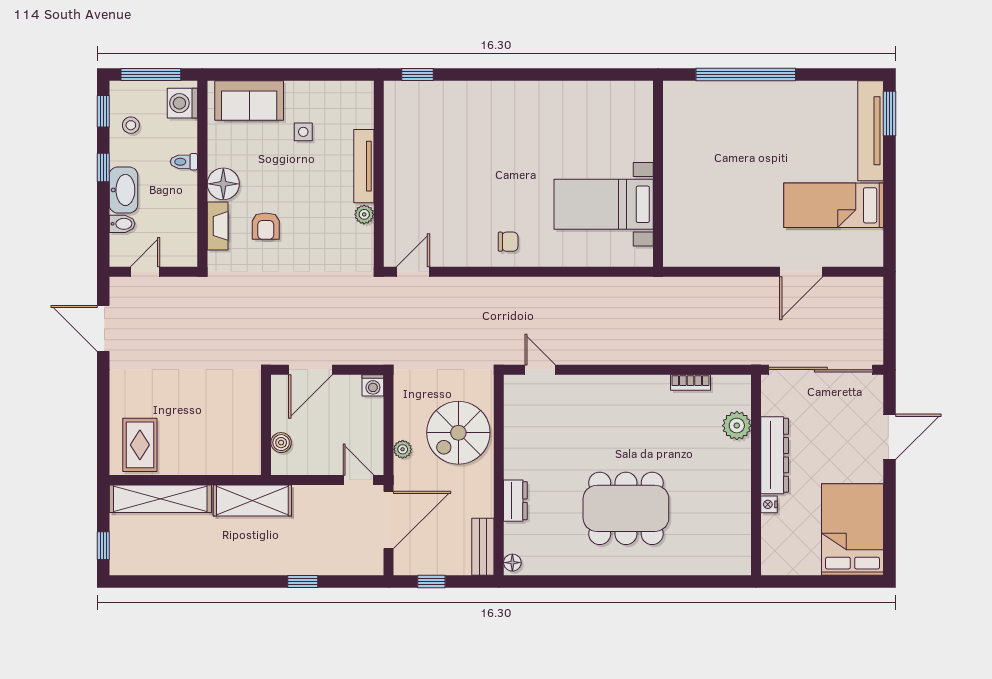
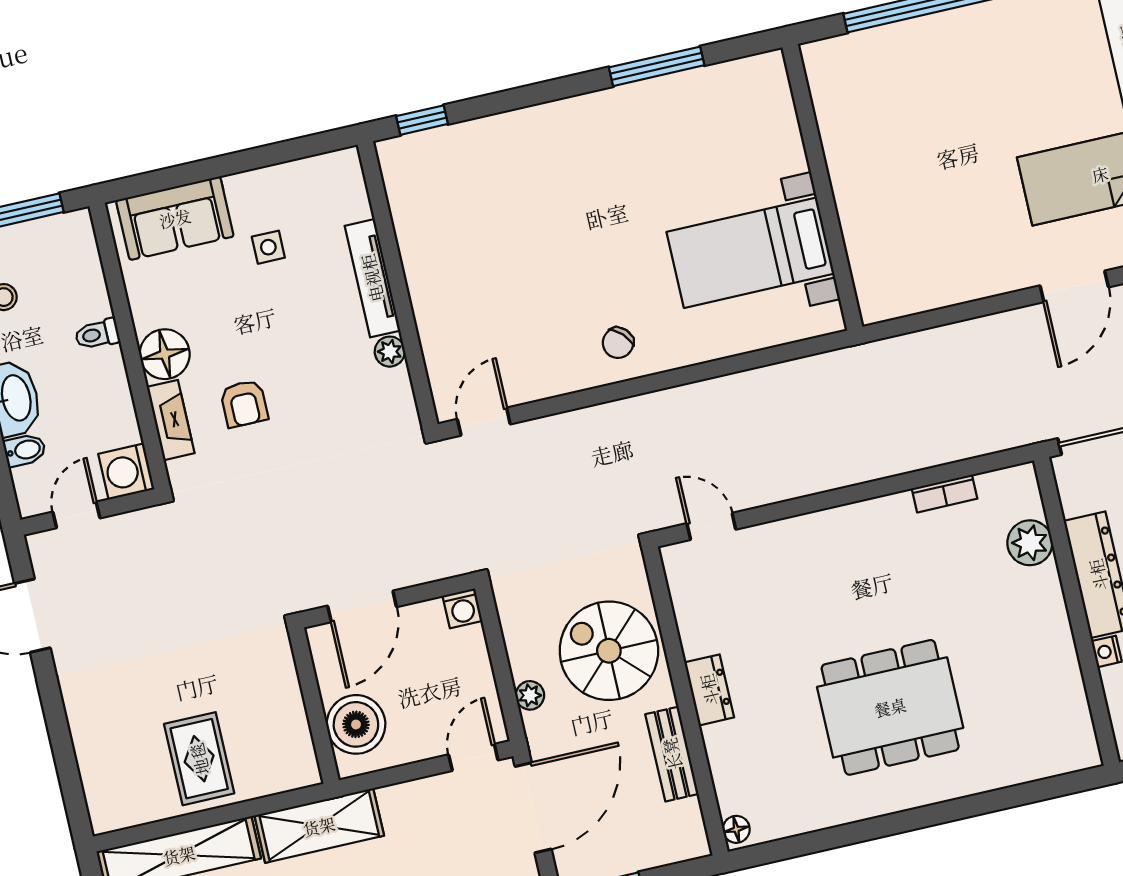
window: (572, 74) -> (657, 66), added
washing machine: (182, 103) -> (126, 472), moved
chair: (508, 242) -> (618, 343), turned 136
spiral stairs: (458, 433) -> (609, 651), turned 90
boiler: (281, 443) -> (356, 724), width x1.86, depth x1.86
rug: (140, 445) -> (199, 759), moved
door: (358, 480) -> (473, 757), hinge flipped
dresser: (515, 501) -> (709, 690), moved
bench: (483, 547) -> (672, 754), moved

